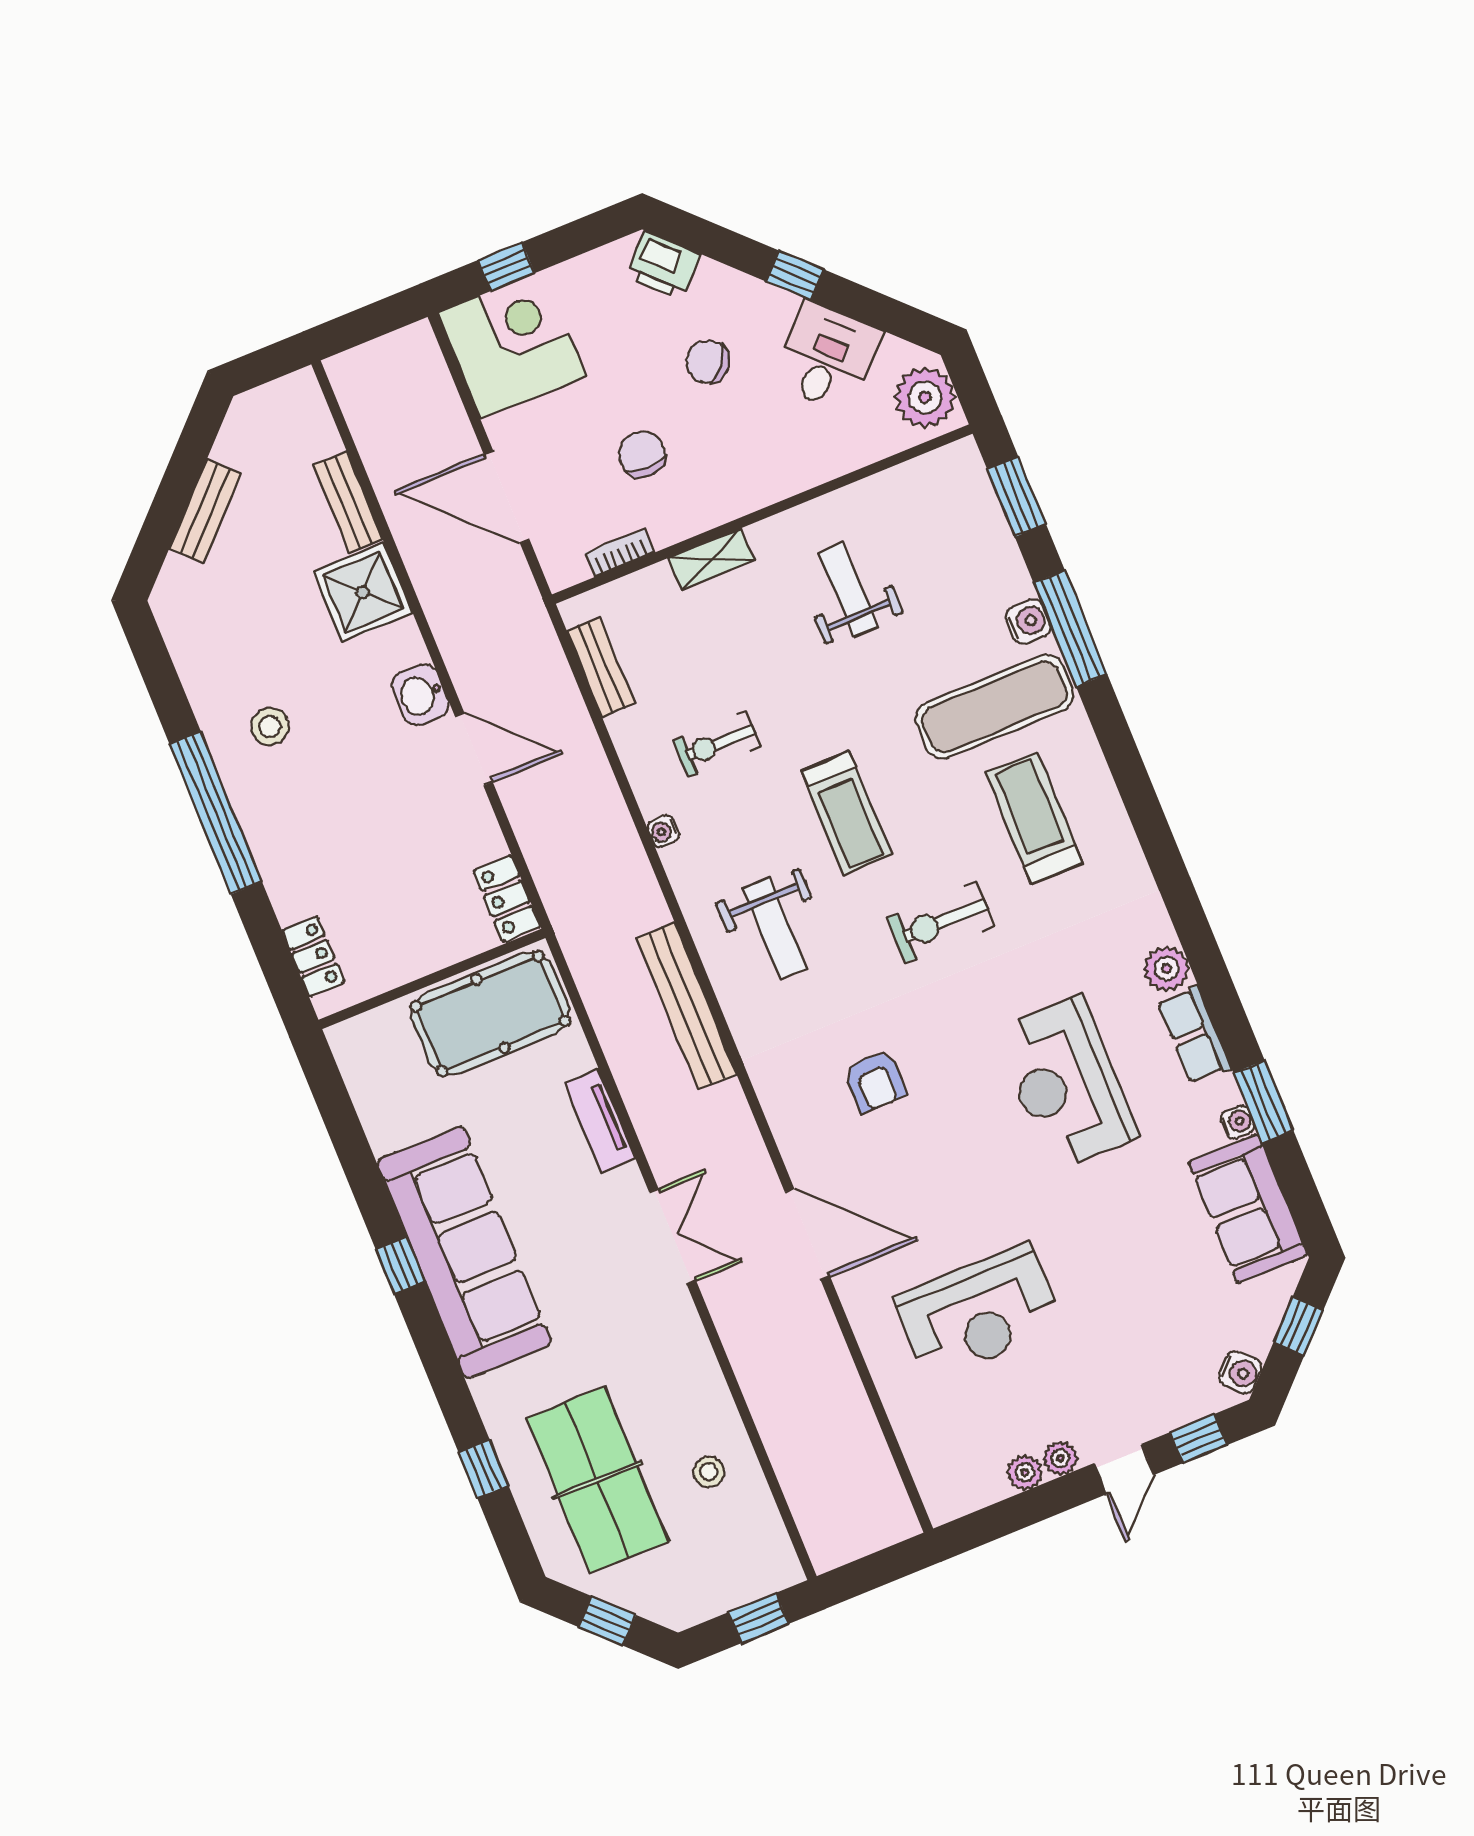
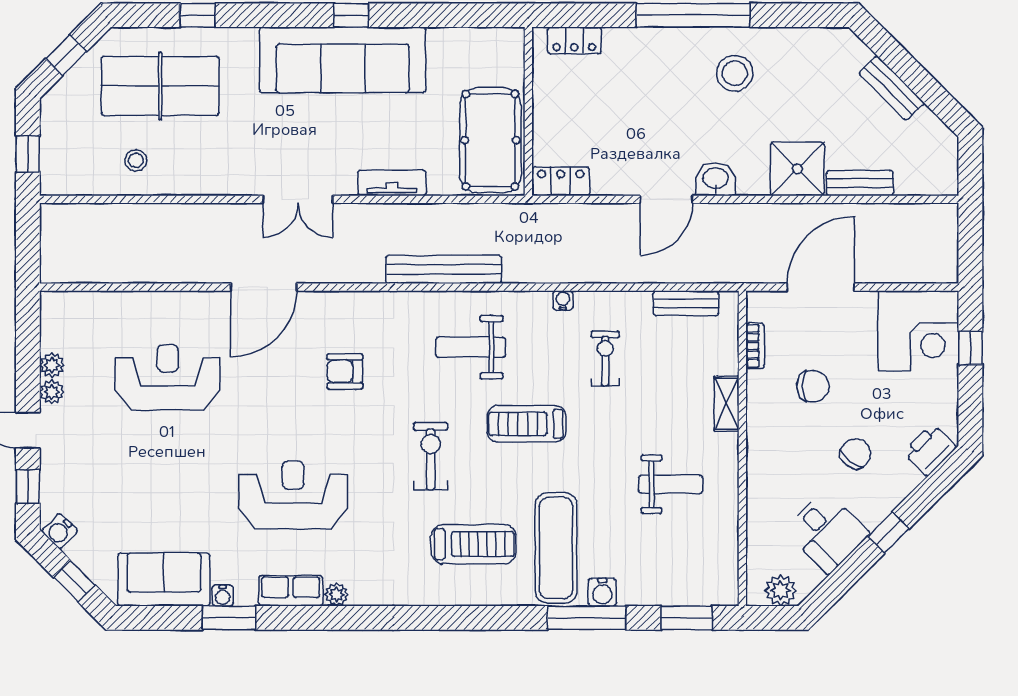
plant: (925, 397) -> (781, 590), width x0.73, depth x0.73
stool: (270, 727) -> (735, 73), width x1.38, depth x1.38
plant: (1166, 969) -> (337, 594), width x0.73, depth x0.73
reception desk: (979, 1313) -> (168, 377), turned 90

